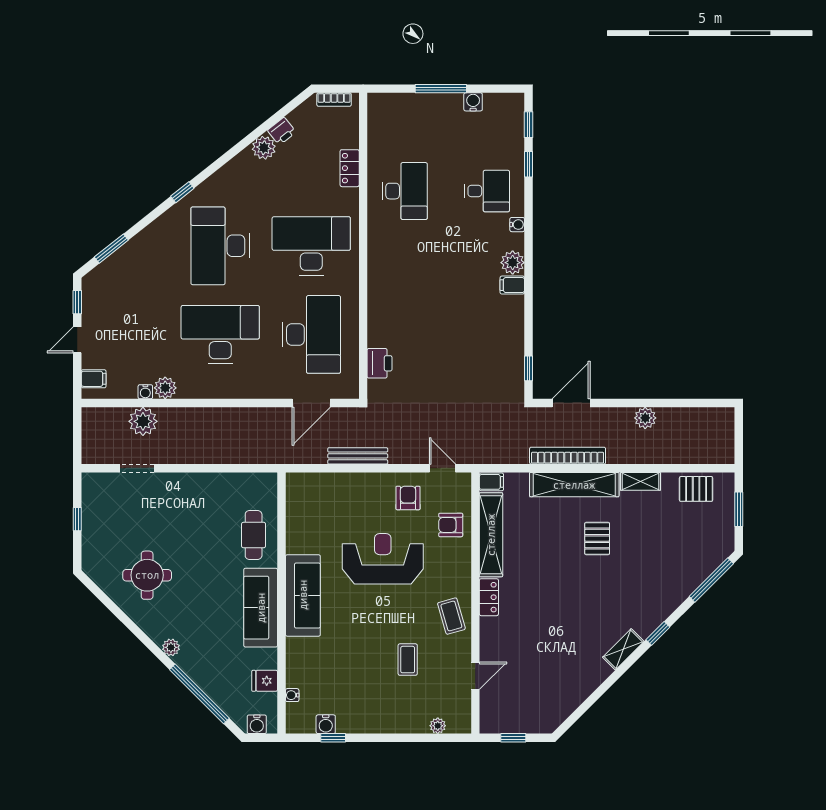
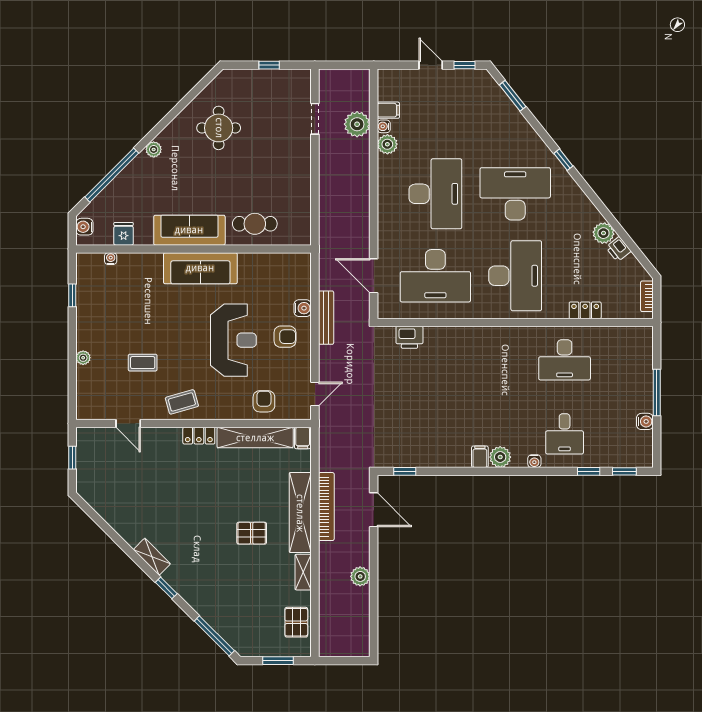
filing cabinet: (94, 379) -> (388, 110), moved, turned -90
armchair: (408, 498) -> (285, 337), moved
water cooler: (326, 724) -> (303, 308), moved, turned 180
plant: (438, 726) -> (83, 358), moved

